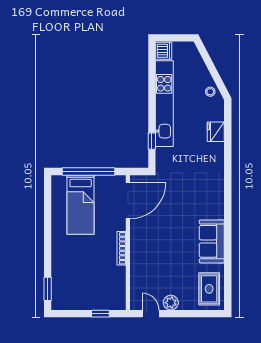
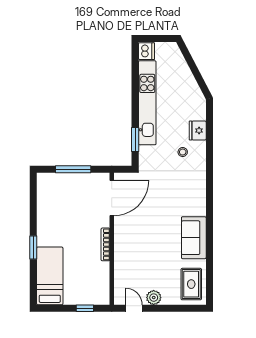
stool: (210, 92) -> (183, 152), moved
window: (152, 141) -> (135, 140), width x1.50
window: (88, 172) -> (73, 169), width x0.68
bed: (81, 205) -> (50, 276), moved, turned 180
window: (48, 289) -> (33, 248), moved

